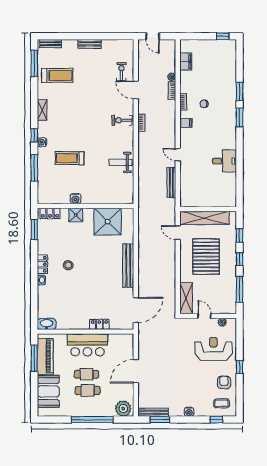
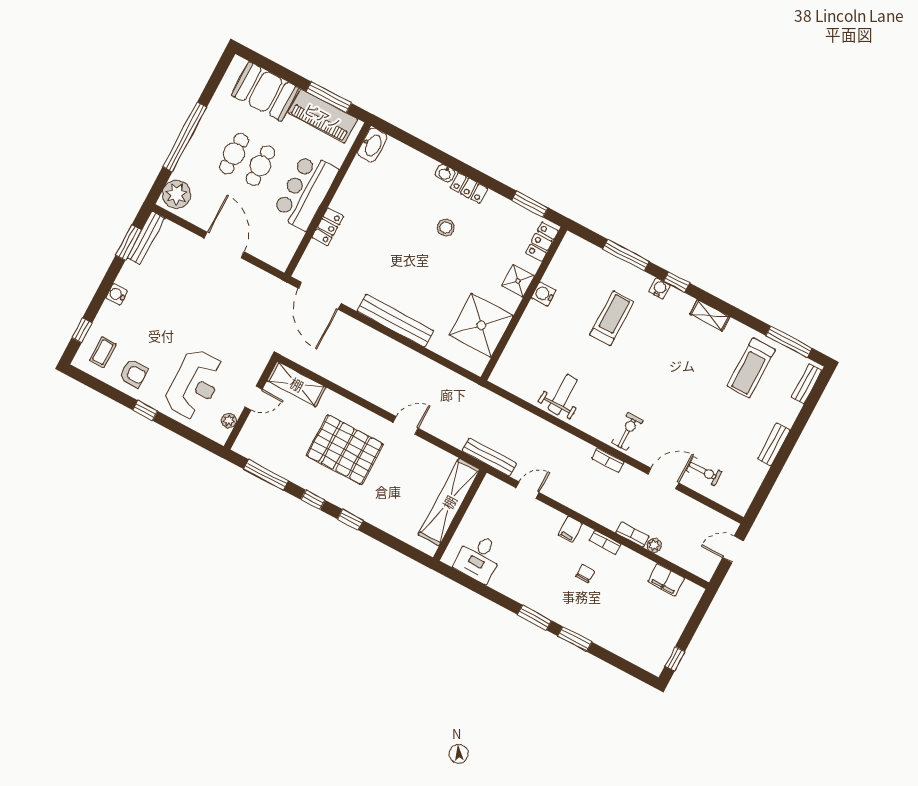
wall: (208, 209) -> (460, 515), moved
shelving: (204, 218) -> (449, 502), moved

